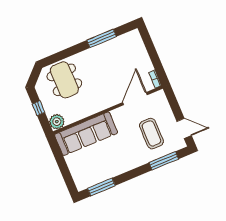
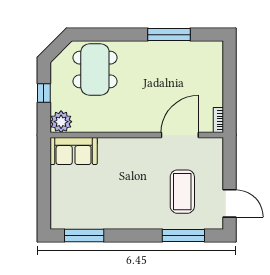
sofa: (86, 134) -> (74, 151), width x0.54, depth x0.79

